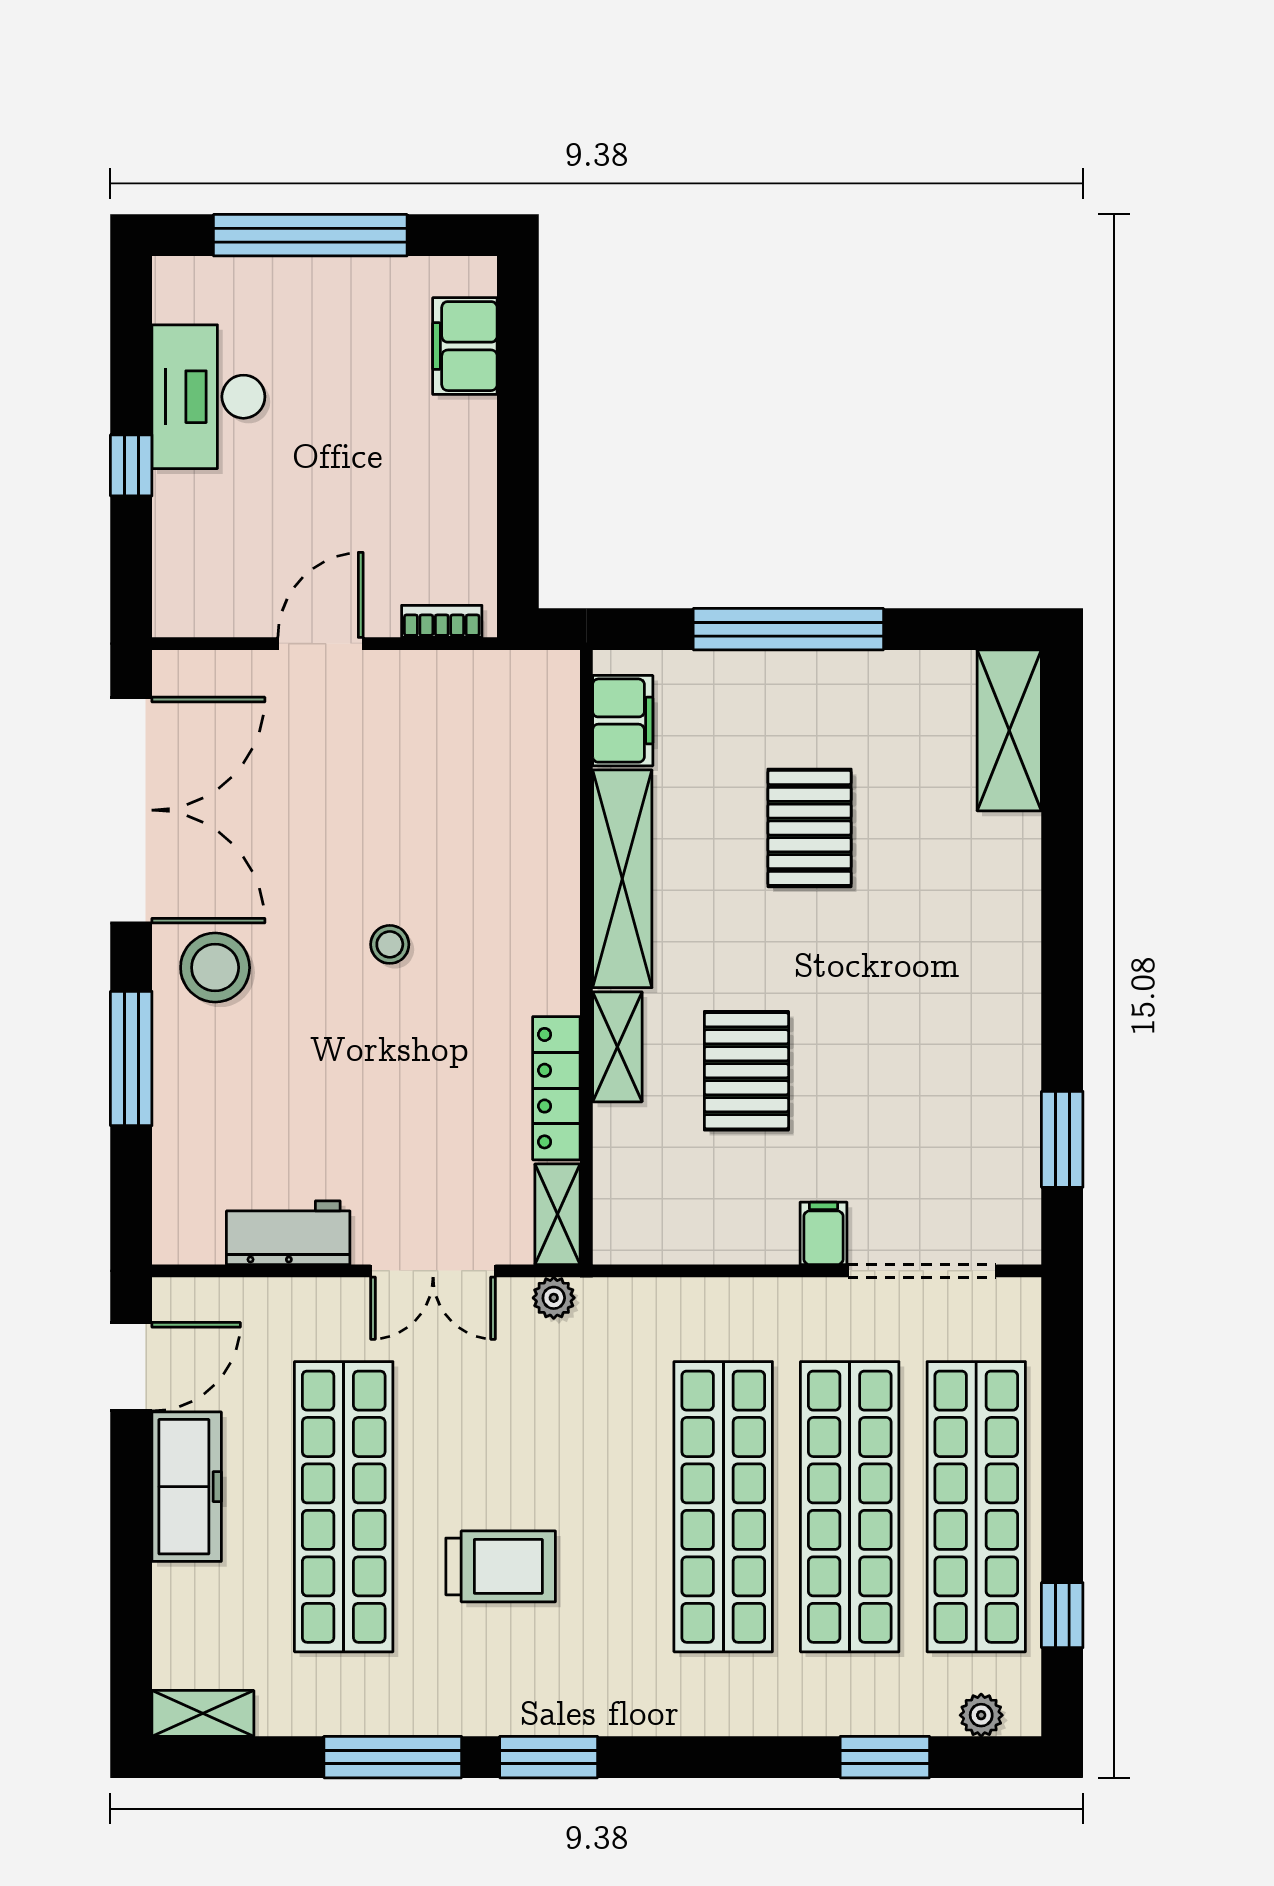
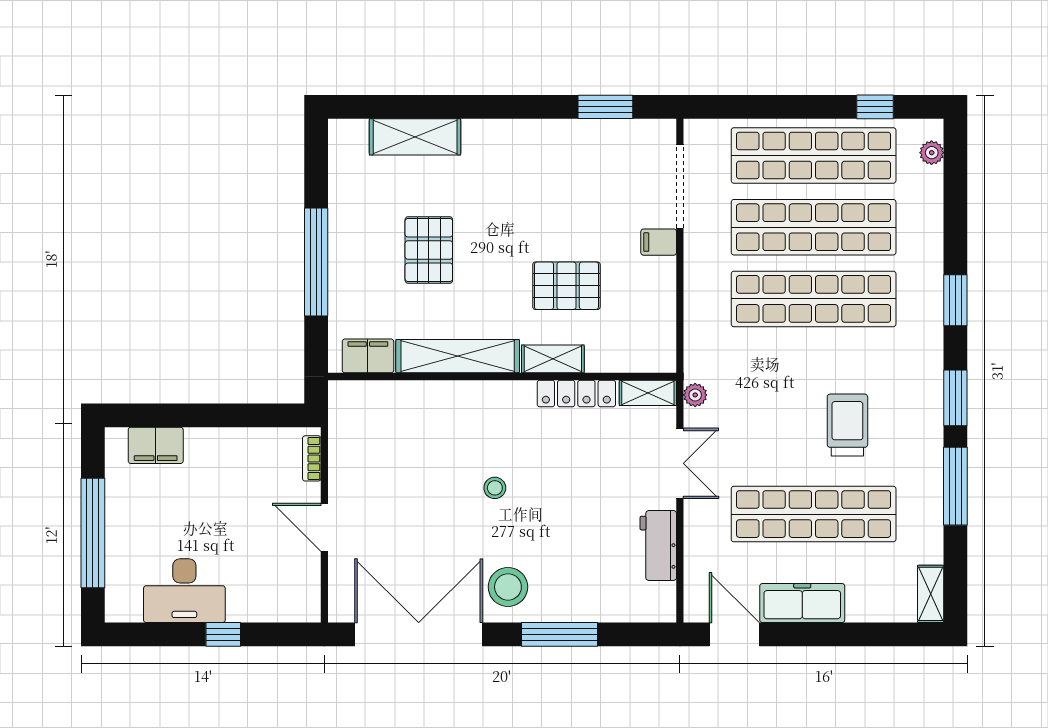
shelving: (1009, 730) -> (415, 137), moved
pallet: (809, 828) -> (429, 250), turned 90
window: (885, 1757) -> (955, 300), moved

